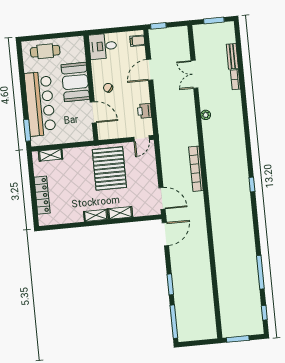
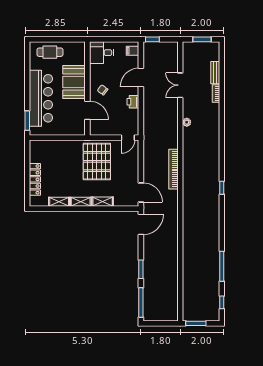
printer: (145, 111) -> (133, 102), moved
shelving: (51, 155) -> (59, 202), moved

